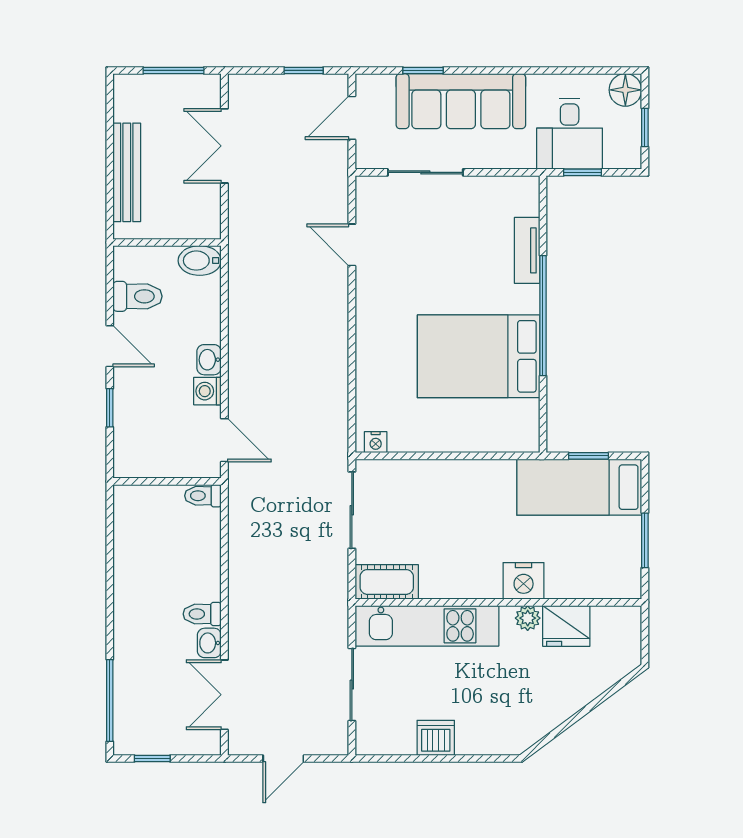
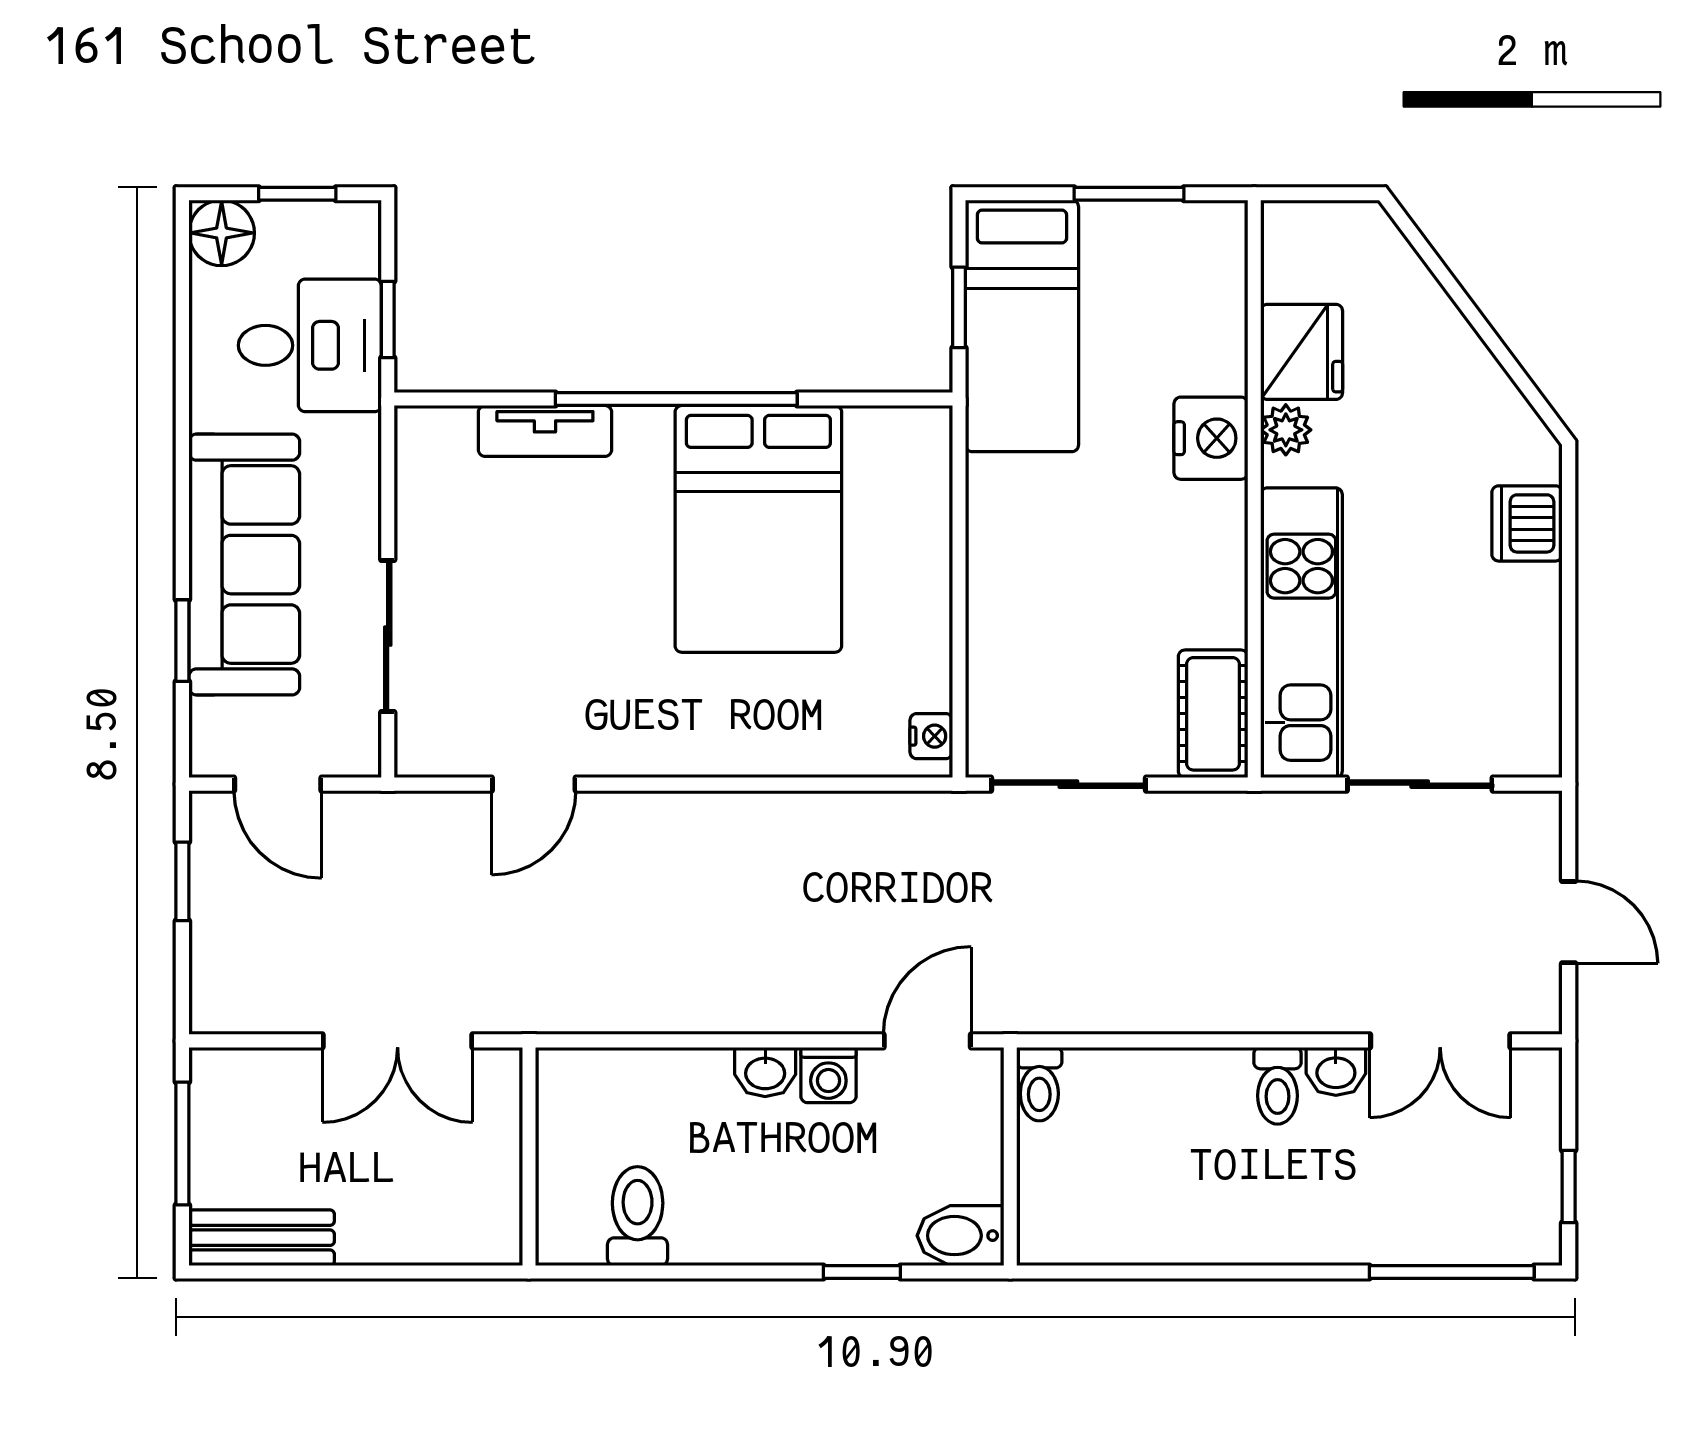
double door: (224, 146) -> (398, 1041), moved
bench: (127, 172) -> (262, 1238), moved, width x0.73
bidet: (200, 261) -> (960, 1236), moved, turned 90
door: (110, 346) -> (738, 1272), removed
dishwasher: (436, 738) -> (1527, 523), moved

